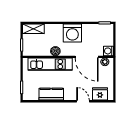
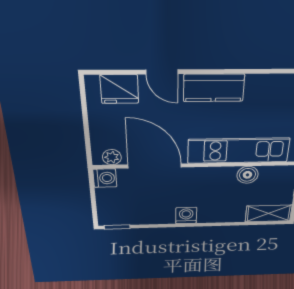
washing machine: (72, 33) -> (186, 216), width x0.53, depth x0.53
boiler: (55, 51) -> (247, 175), moved
kitchen counter: (51, 94) -> (214, 88), moved

